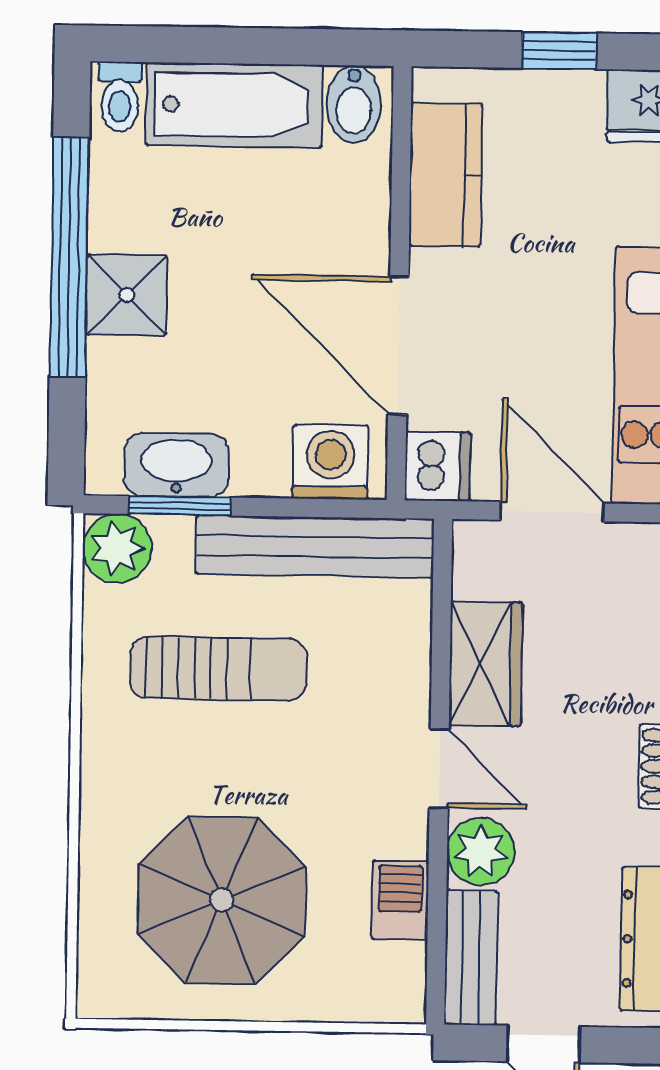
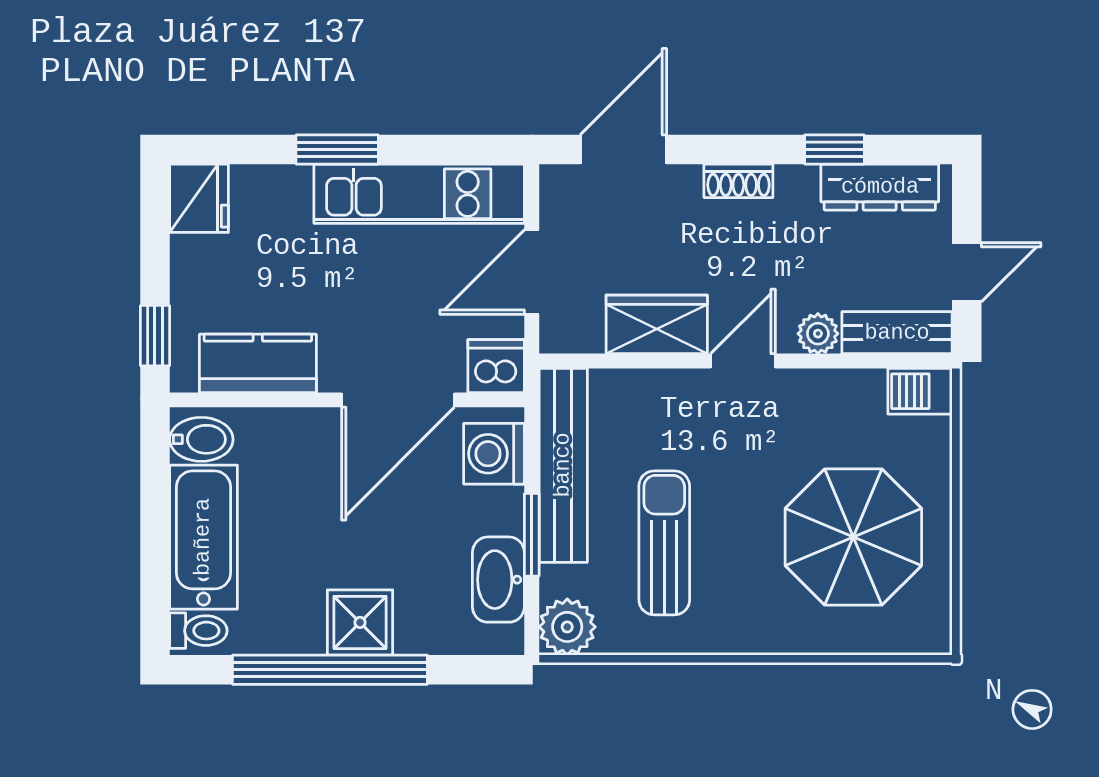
window: (559, 51) -> (155, 336), moved
window: (180, 506) -> (532, 535), moved
plant: (481, 852) -> (818, 334), width x0.73, depth x0.73
barbecue: (400, 900) -> (920, 391), moved

